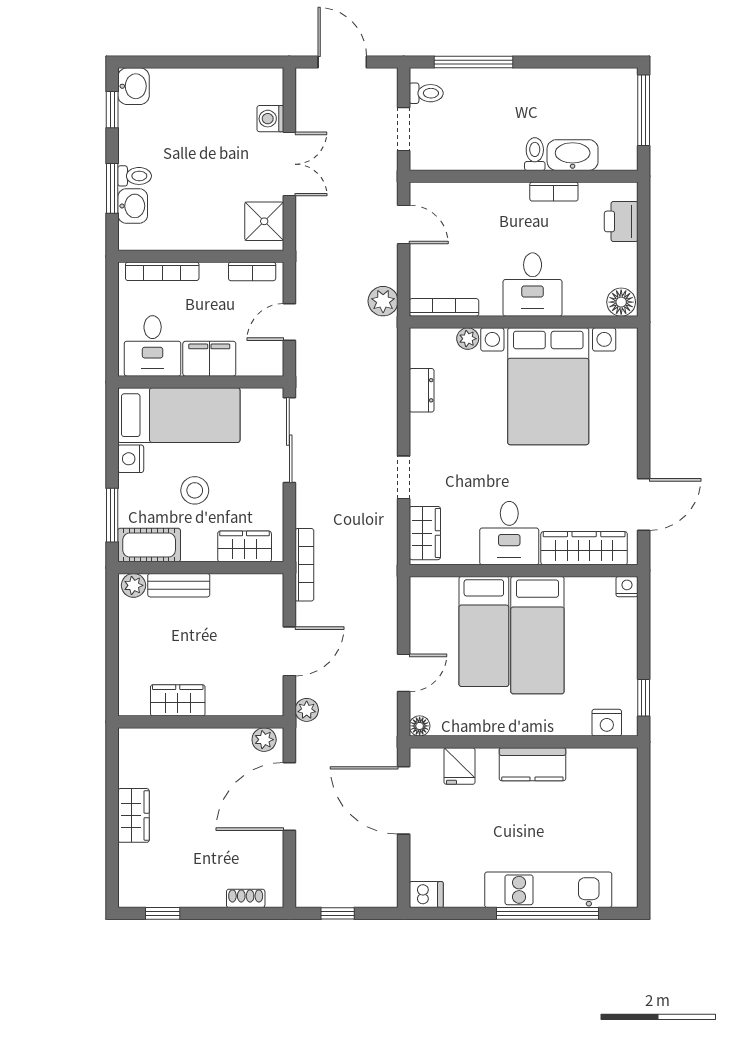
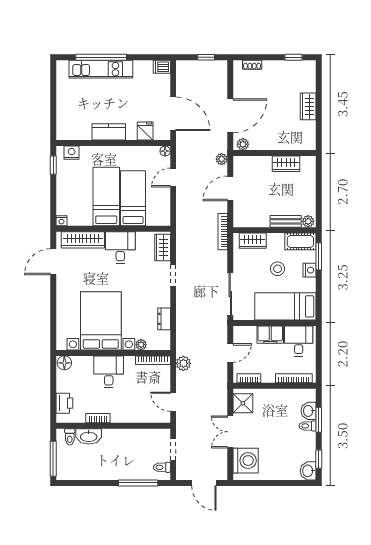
washing machine: (270, 119) -> (246, 461), width x1.89, depth x1.89
toilet: (535, 154) -> (70, 437), moved
nightstand: (131, 459) -> (310, 270), moved

